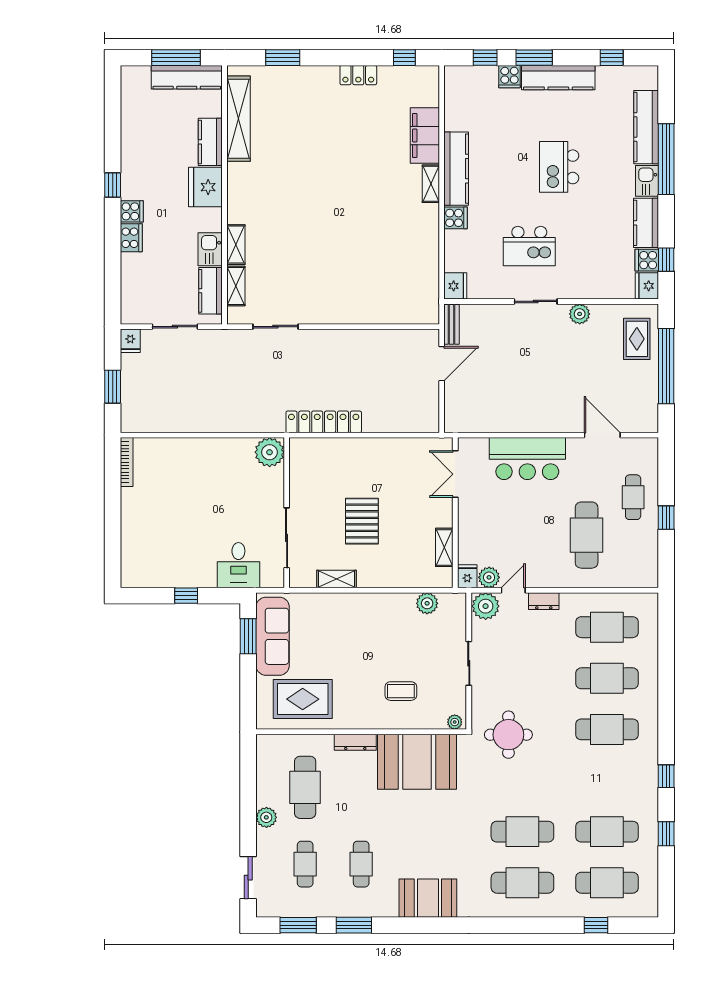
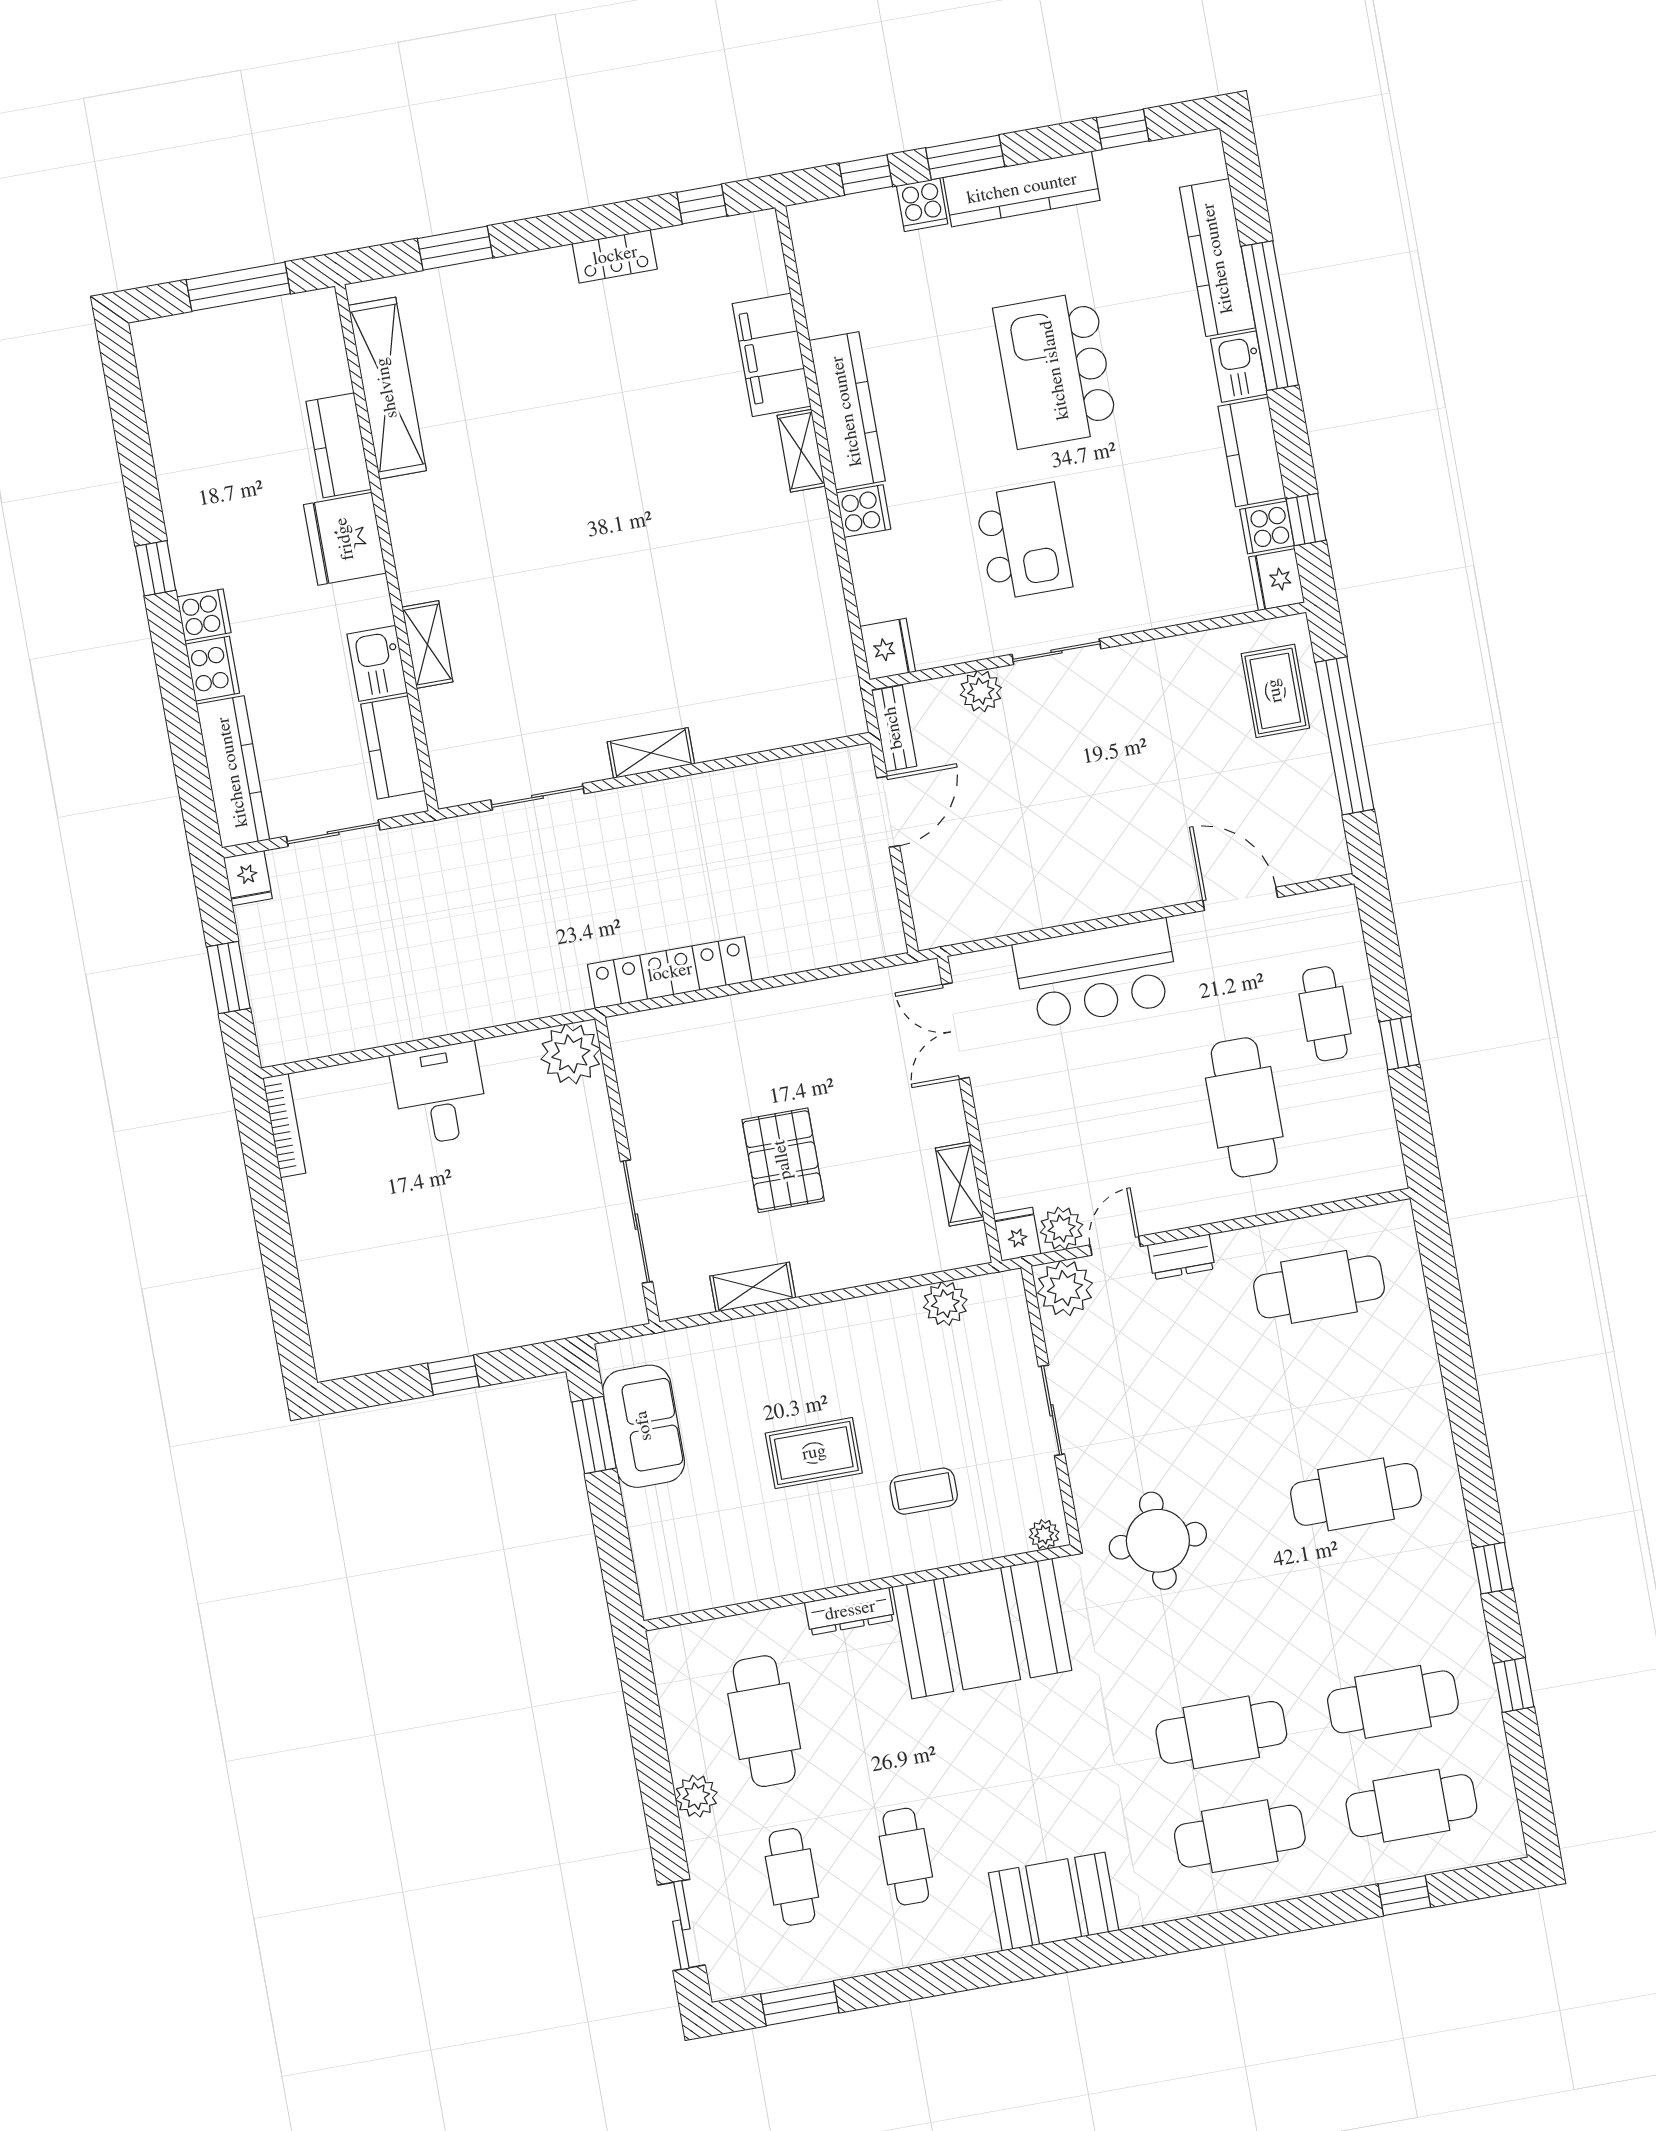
kitchen counter: (187, 77) -> (233, 772), moved, turned -90
kitchen island: (559, 167) -> (1055, 370), width x1.37, depth x1.28
kitchen island: (529, 246) -> (1024, 541), turned -90
shelving: (236, 286) -> (651, 753), moved, turned 90
plant: (580, 314) -> (981, 691), moved
desk: (238, 565) -> (440, 1094), moved, turned 180
sofa: (273, 636) -> (644, 1426), width x0.73
cafe table: (607, 678) -> (1337, 1391), removed
rug: (303, 699) -> (814, 1453), moved, width x0.73, depth x0.70
window: (354, 925) -> (913, 1983), removed

